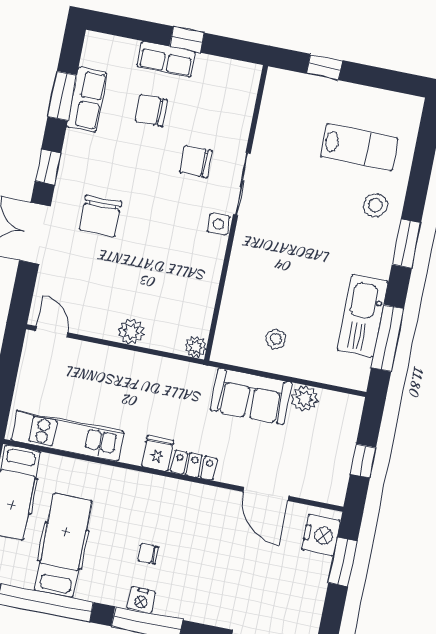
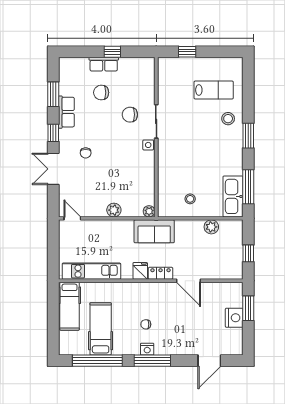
row of seats: (87, 100) -> (66, 112), moved
chair: (100, 216) -> (86, 153), width x0.54, depth x0.54
kitchen sink: (363, 316) -> (233, 196), moved
sofa: (251, 396) -> (154, 231), moved
door: (266, 494) -> (188, 281), moved
nightstand: (321, 535) -> (234, 318), moved

